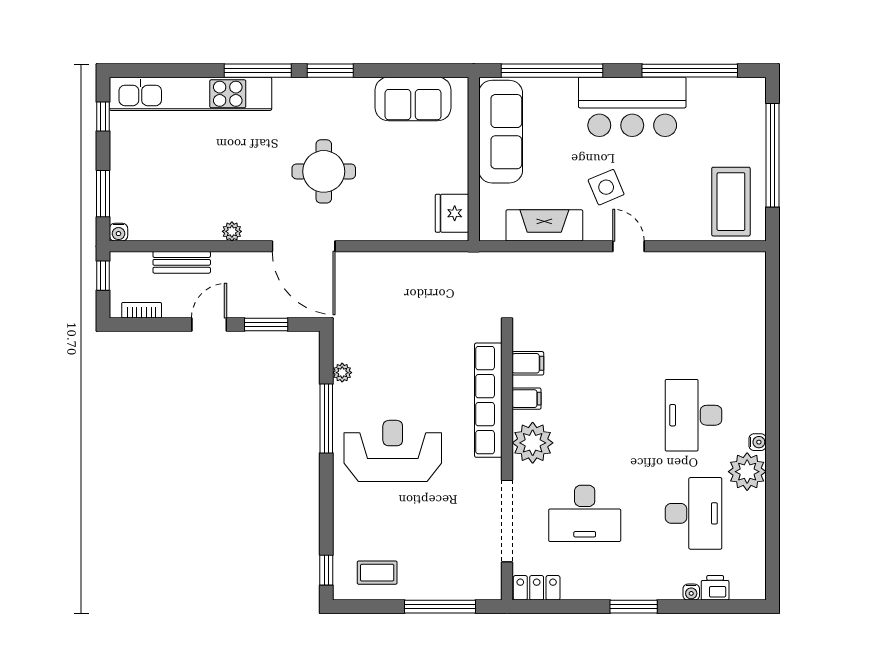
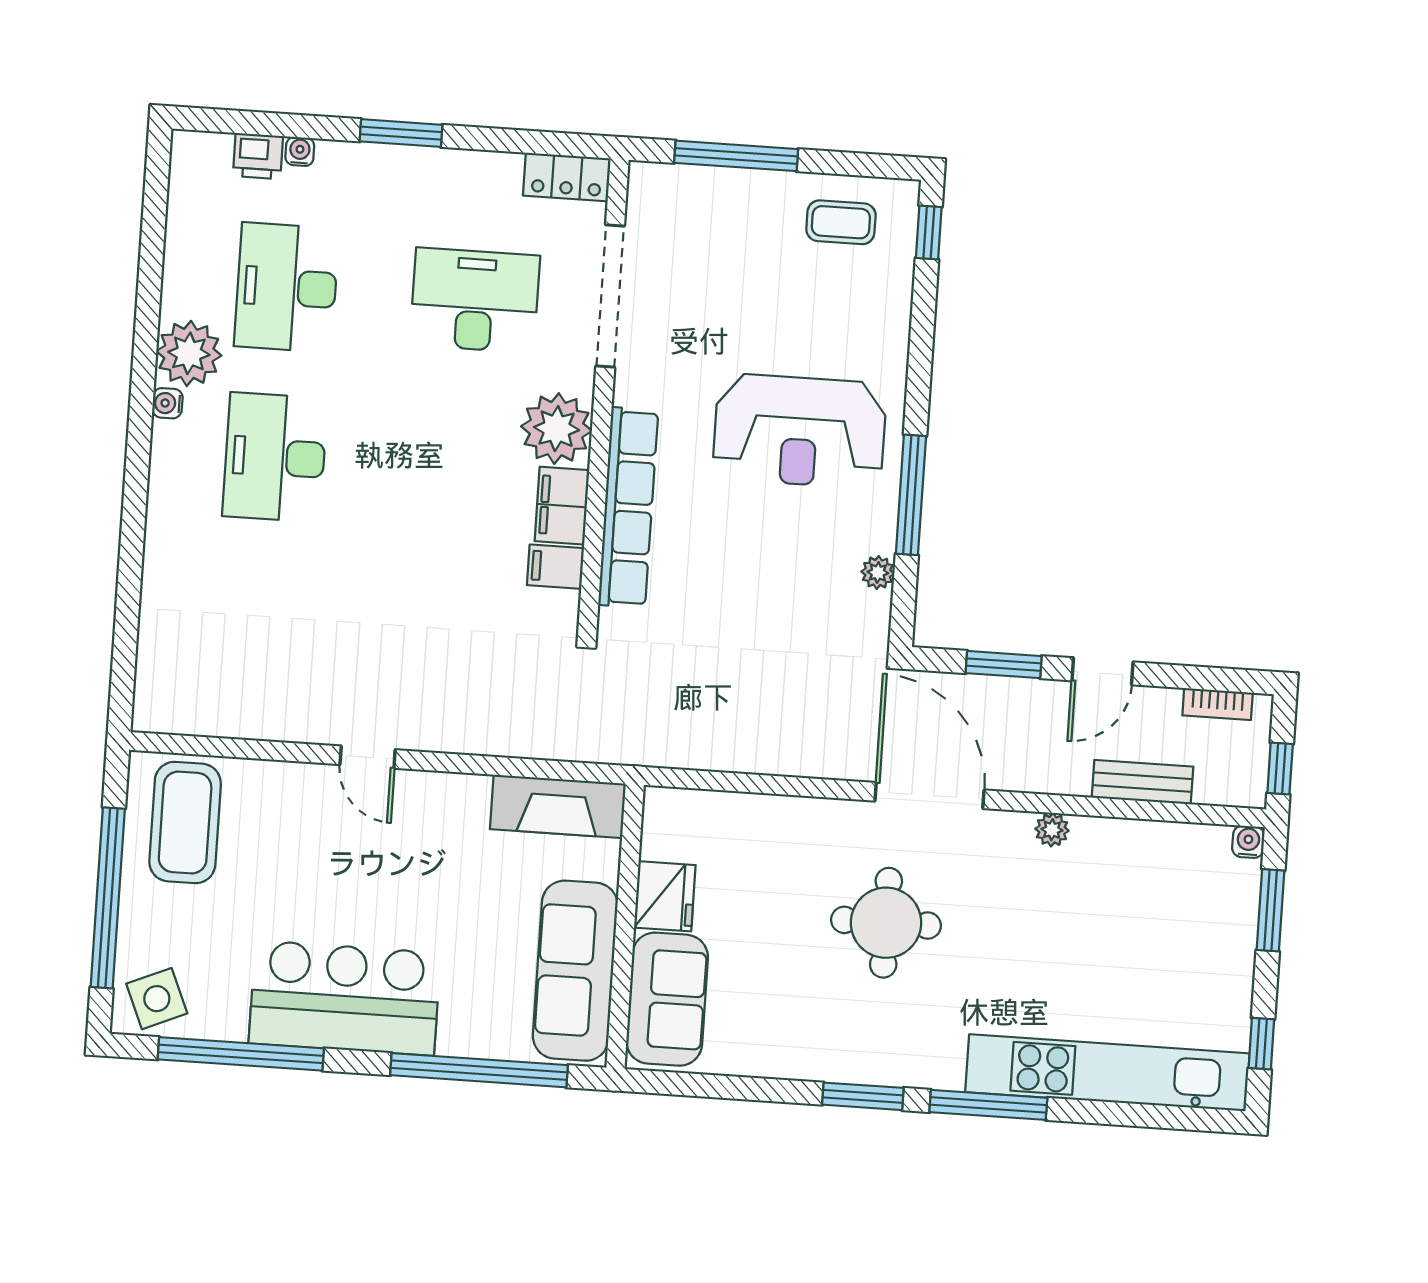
sofa: (413, 99) -> (667, 999), moved, turned 90
side table: (606, 187) -> (157, 999), moved
fridge: (452, 213) -> (665, 896), moved
fireplace: (544, 225) -> (558, 806), moved
filing cabinet: (526, 399) -> (562, 506), width x2.00
desk: (693, 415) -> (275, 457), turned 180

